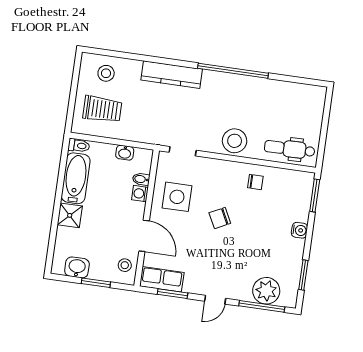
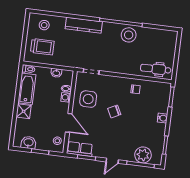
stool: (235, 141) -> (129, 35), moved

